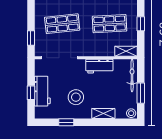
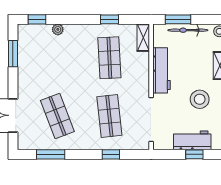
window: (31, 38) -> (111, 154), moved
workbench: (99, 66) -> (162, 70), width x1.38
bicycle: (132, 76) -> (188, 30), moved
window: (141, 93) -> (178, 19), moved

